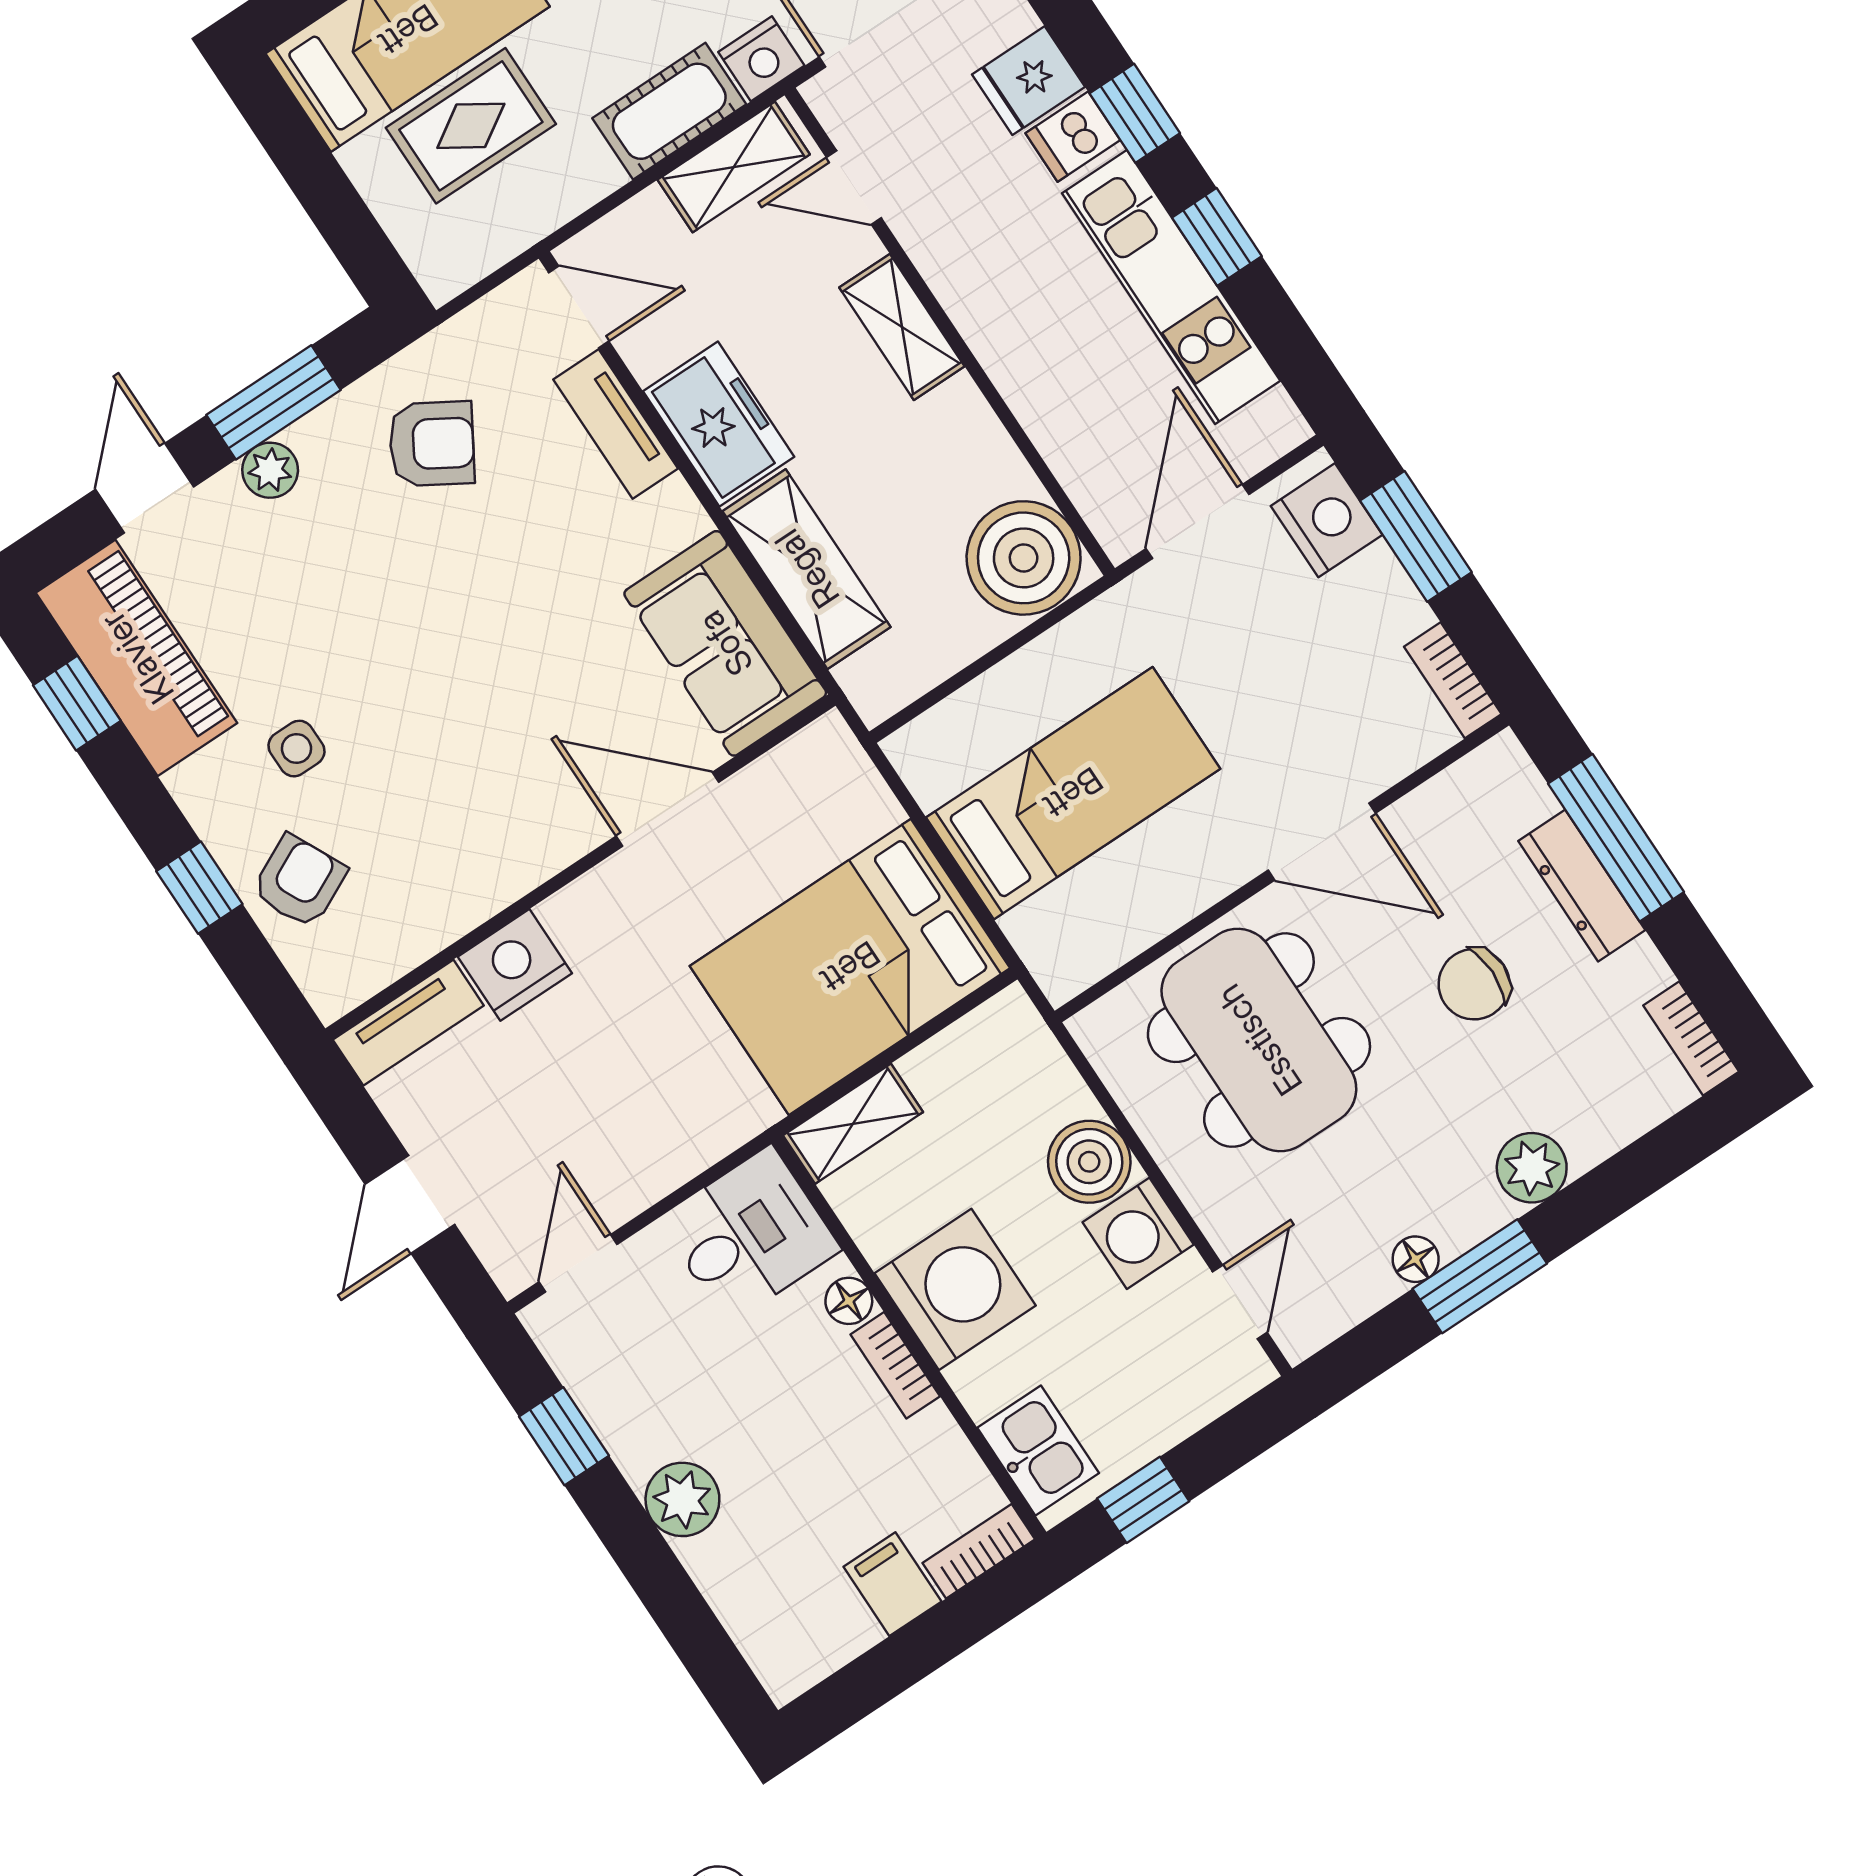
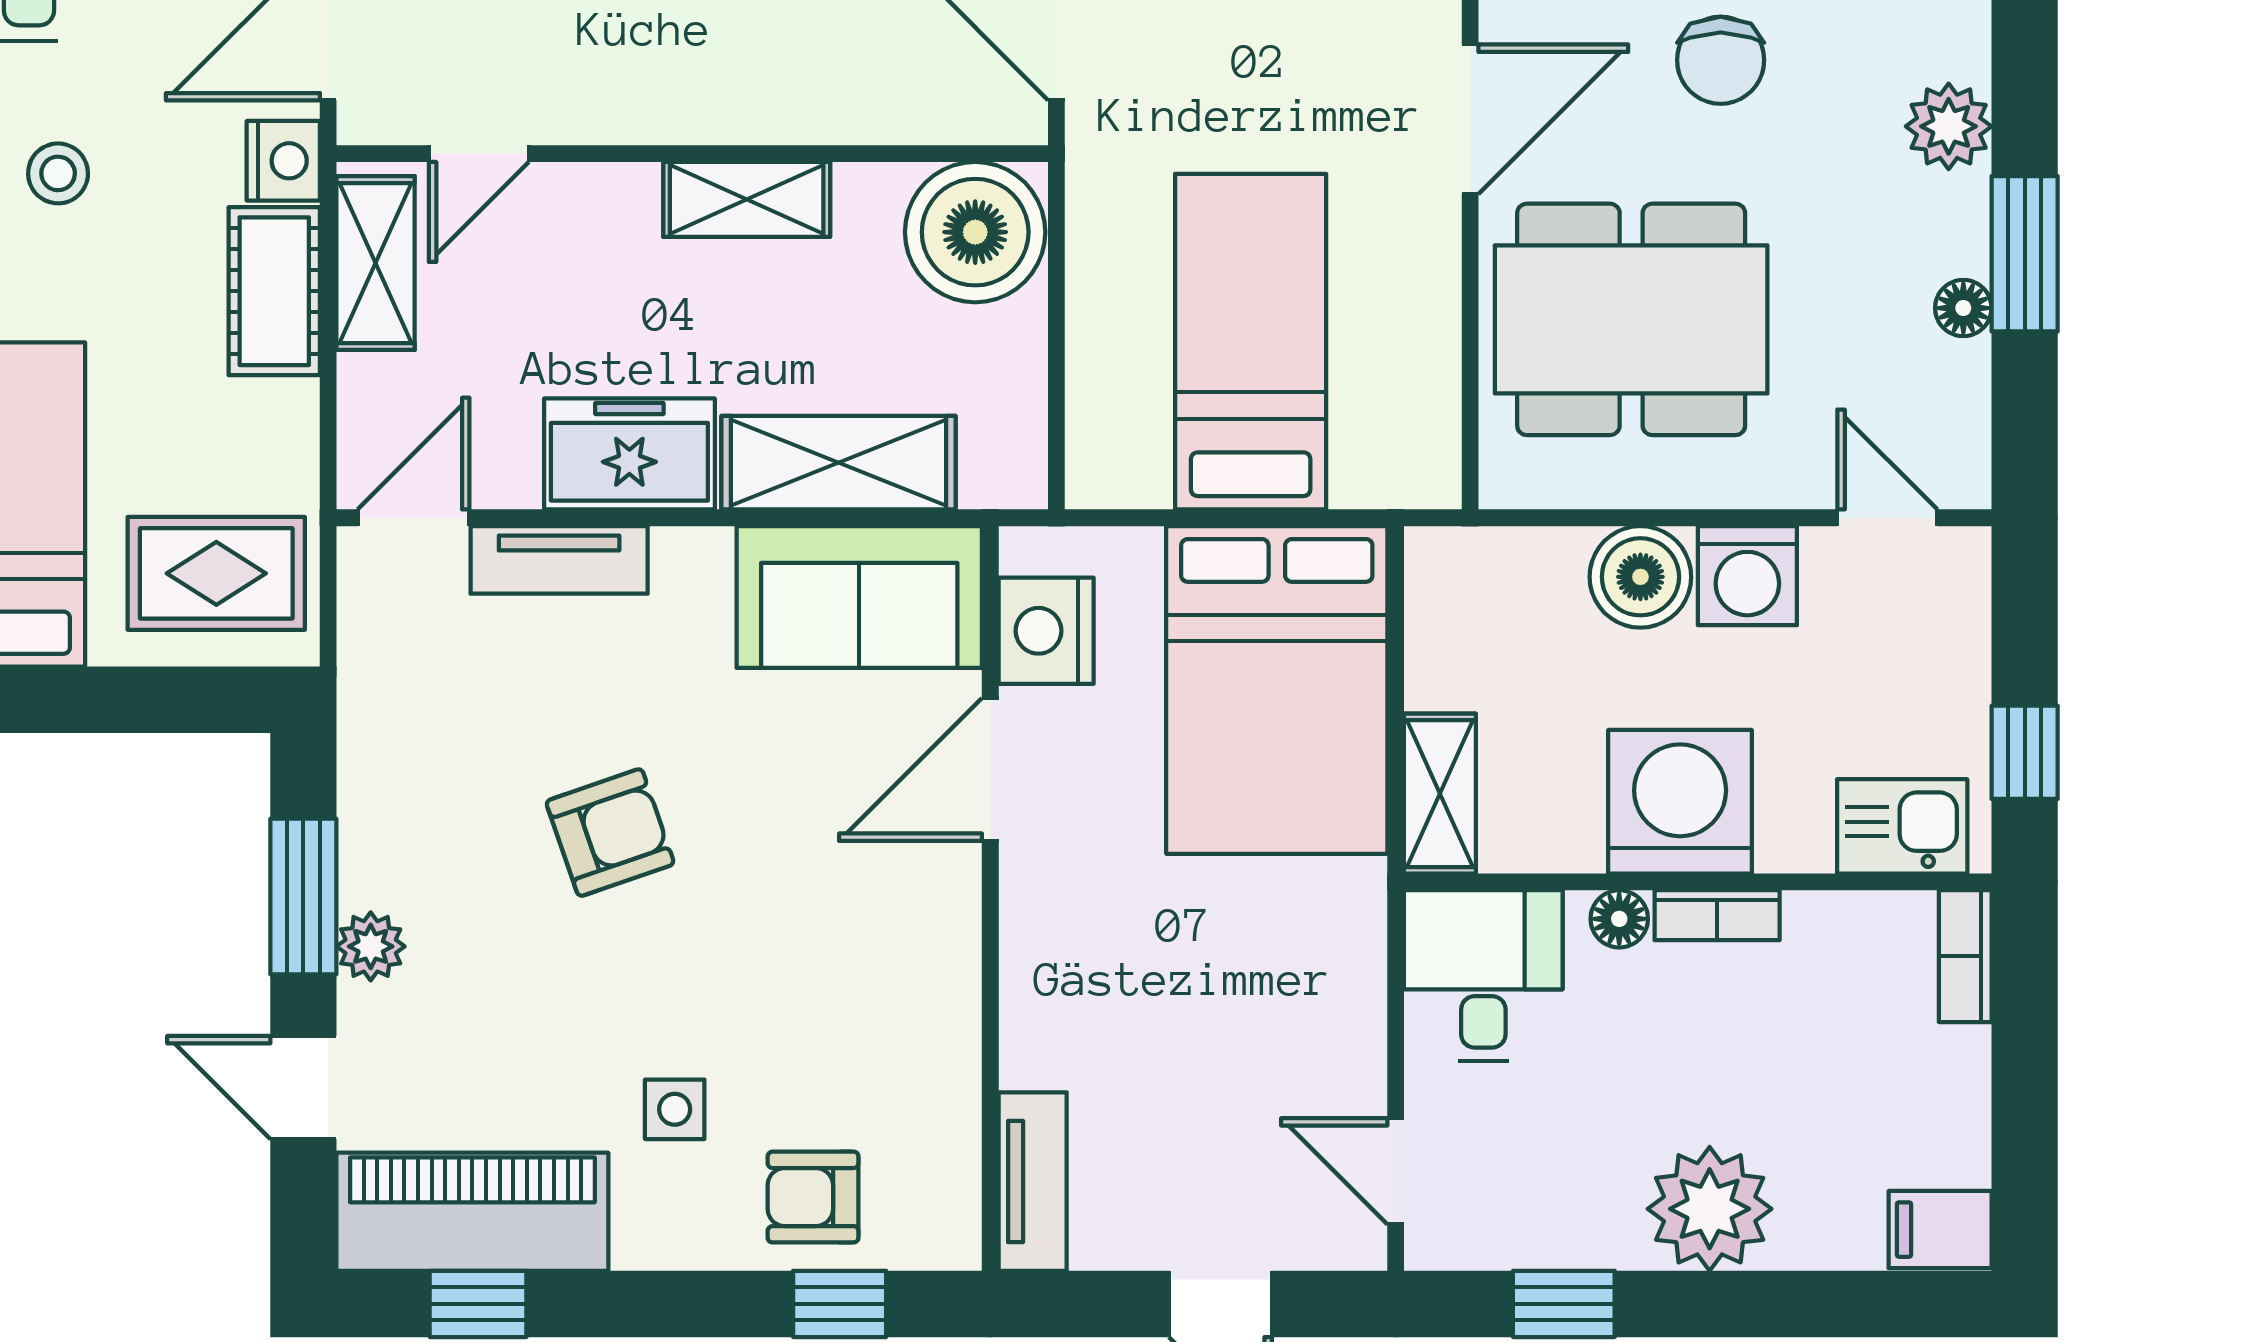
rug: (471, 126) -> (216, 573), moved, turned 90
shelving: (902, 327) -> (747, 199), moved
armchair: (432, 444) -> (610, 833), moved, turned 40
armchair: (299, 881) -> (813, 1197), turned -64
window: (199, 888) -> (840, 1304), moved
nightstand: (515, 965) -> (1046, 631), moved
plant: (682, 1499) -> (1710, 1209), width x1.36, depth x1.36
filing cabinet: (892, 1584) -> (1940, 1230), moved

